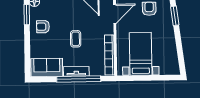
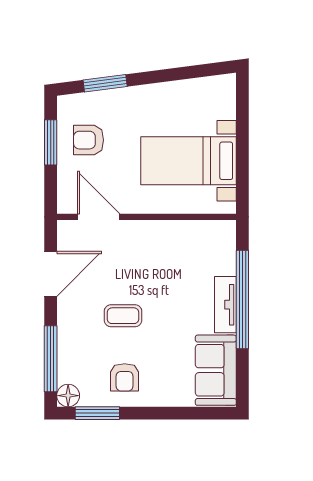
coffee table: (76, 39) -> (123, 316), moved
bookcase: (109, 55) -> (190, 230), removed

